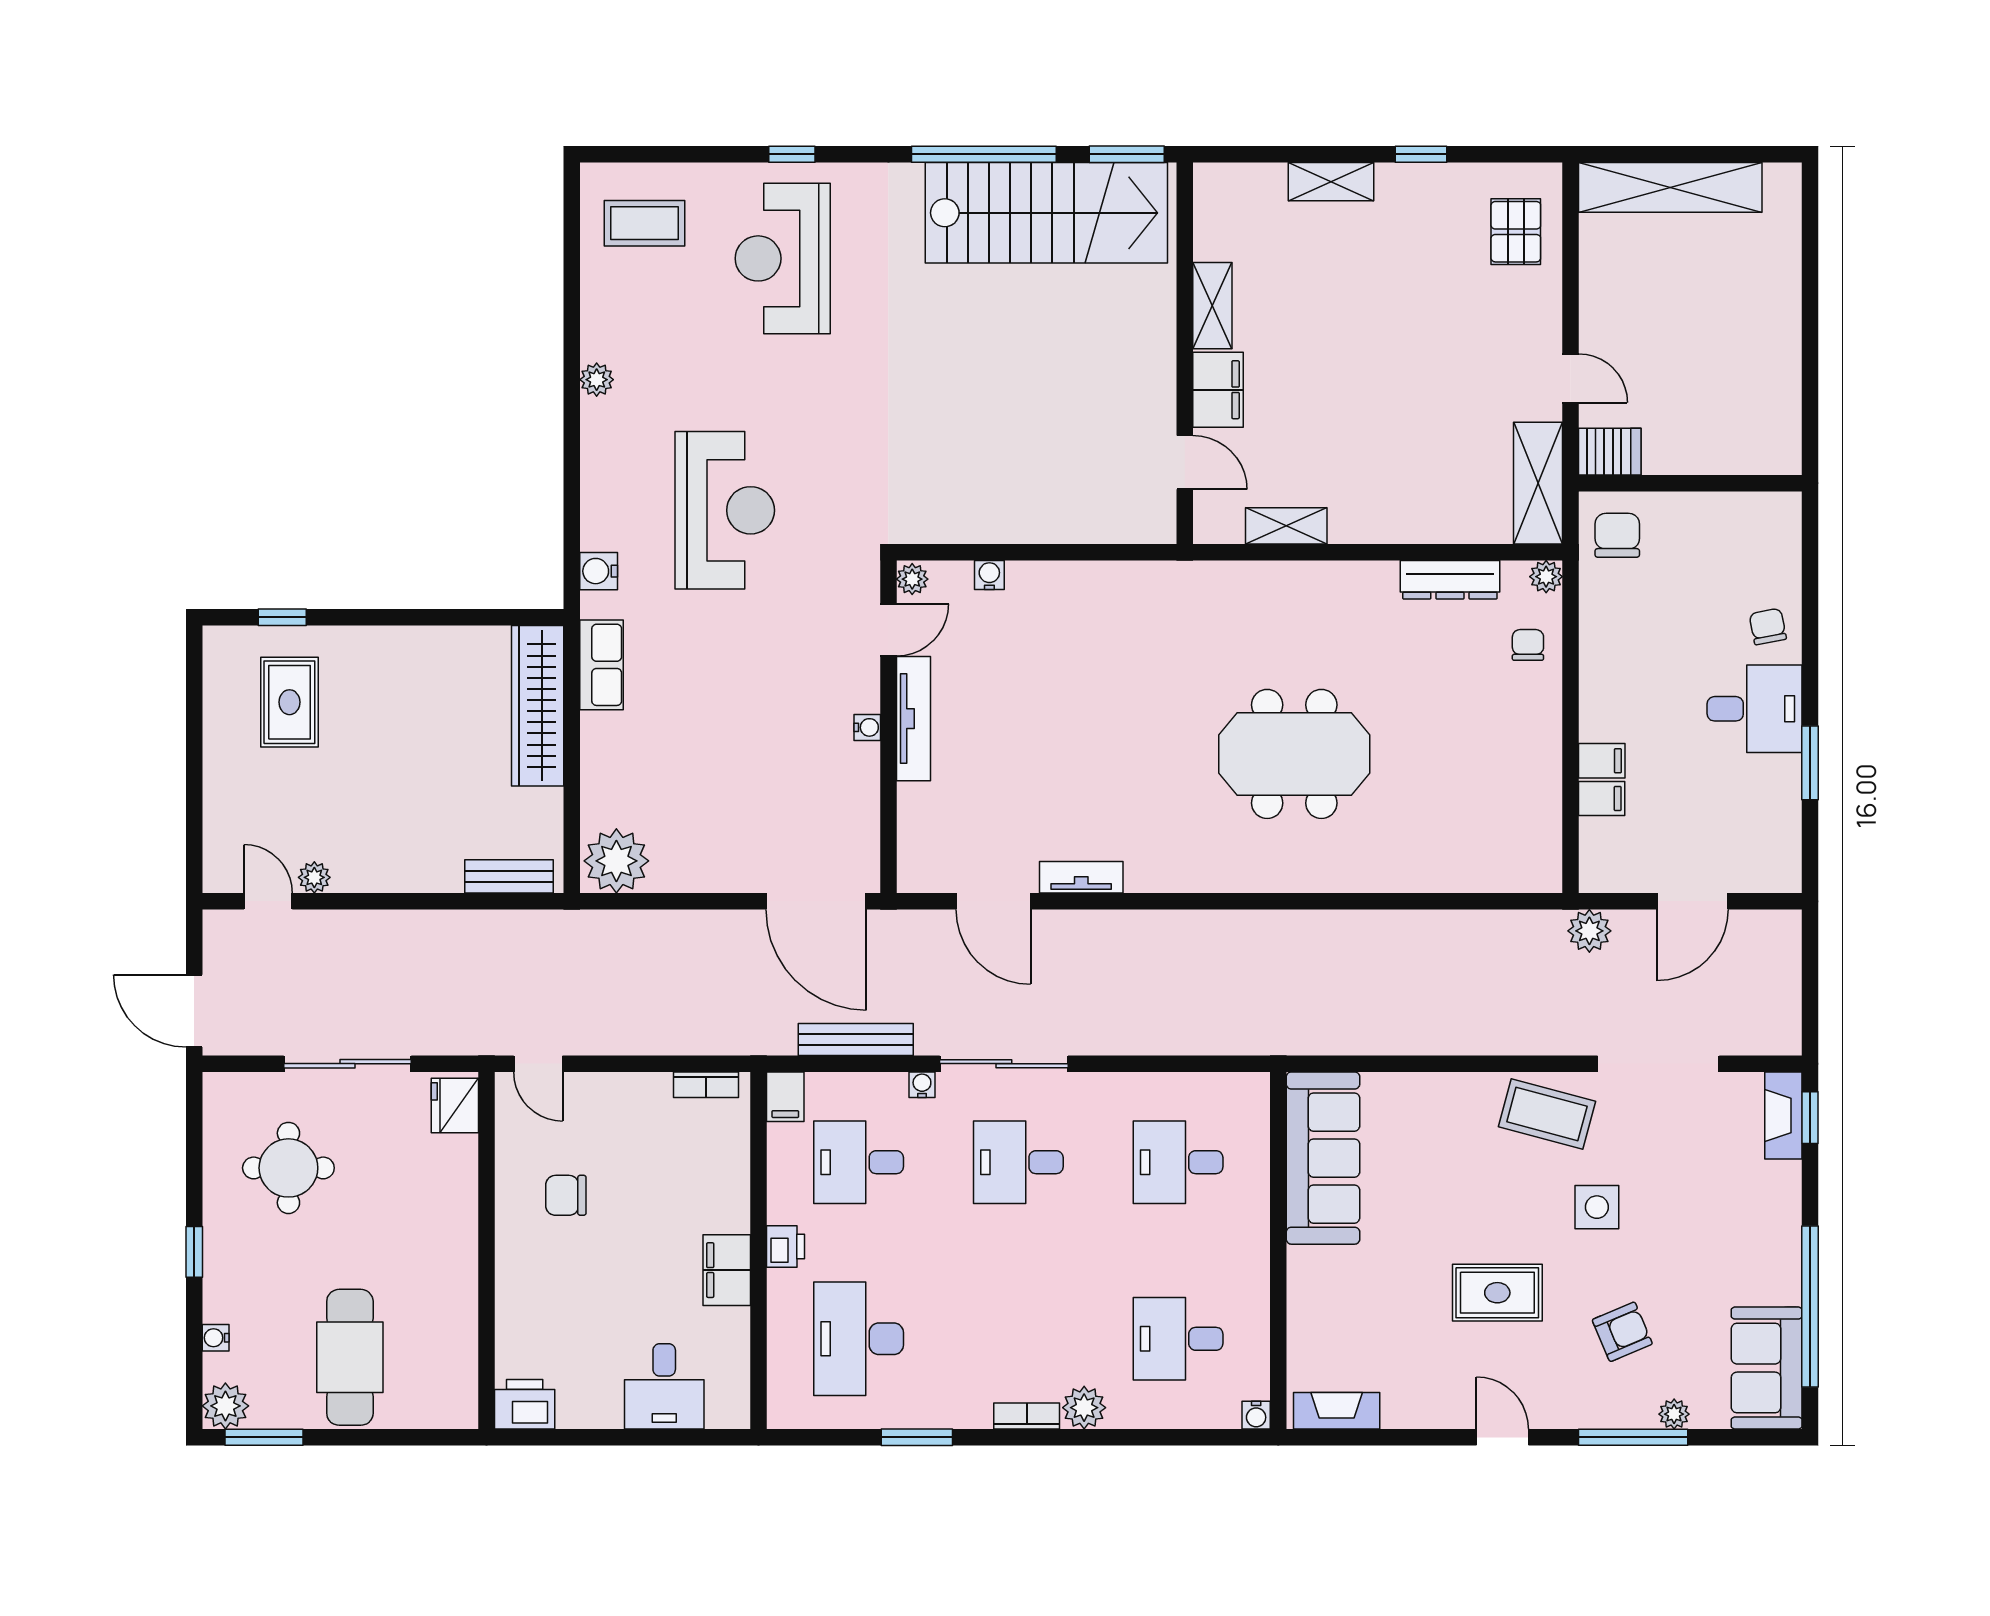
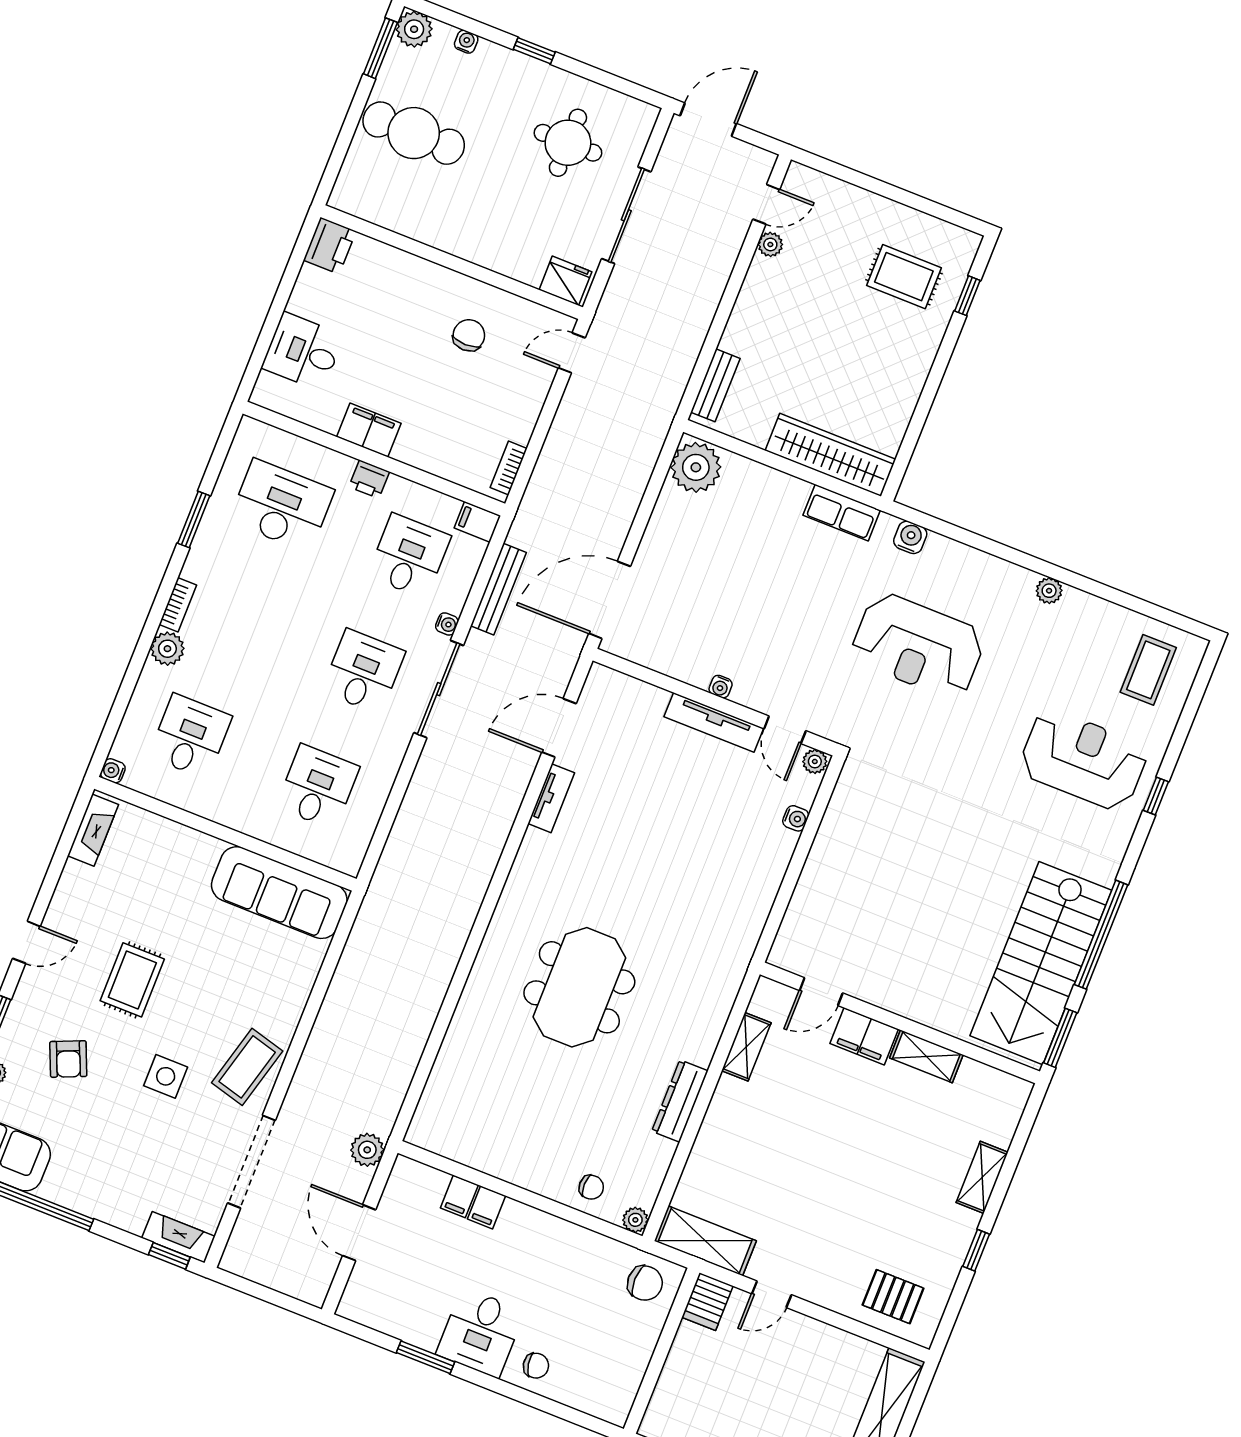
dresser: (1450, 580) -> (680, 1101), moved

